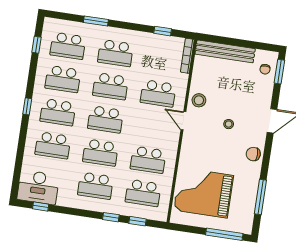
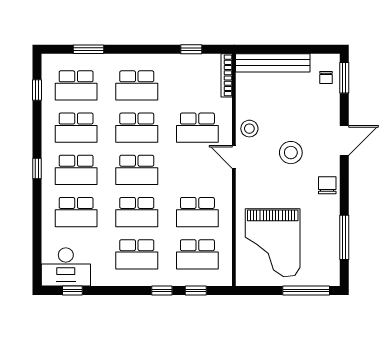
window: (96, 21) -> (88, 49), moved
stool: (229, 124) -> (291, 153), width x1.89, depth x1.89
chair: (253, 154) -> (327, 185), turned 90
grand piano: (204, 193) -> (273, 243), turned -90

